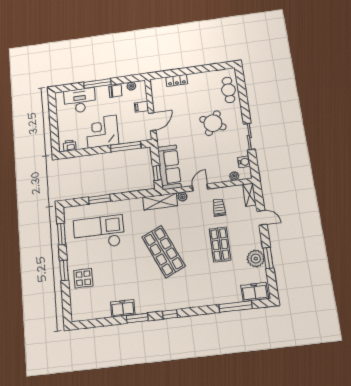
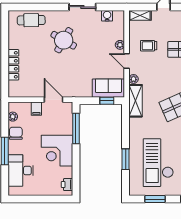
locker: (177, 80) -> (13, 65), width x1.53
sofa: (169, 167) -> (108, 88), width x0.73
plant: (234, 176) -> (120, 45), moved

